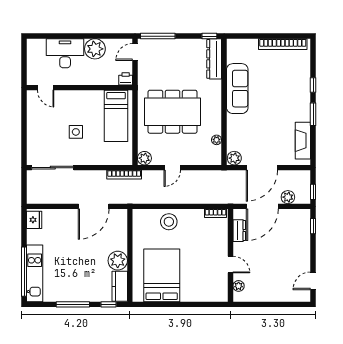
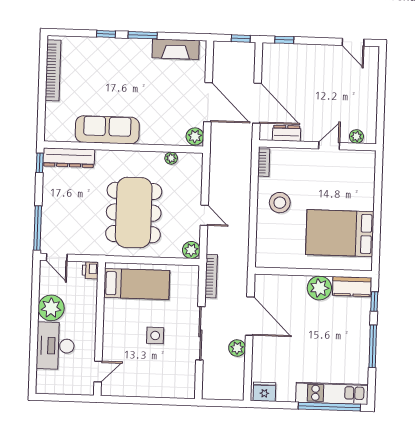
sliding door: (53, 168) -> (200, 333), moved
plant: (288, 197) -> (237, 348), moved
stool: (169, 222) -> (280, 203), moved

